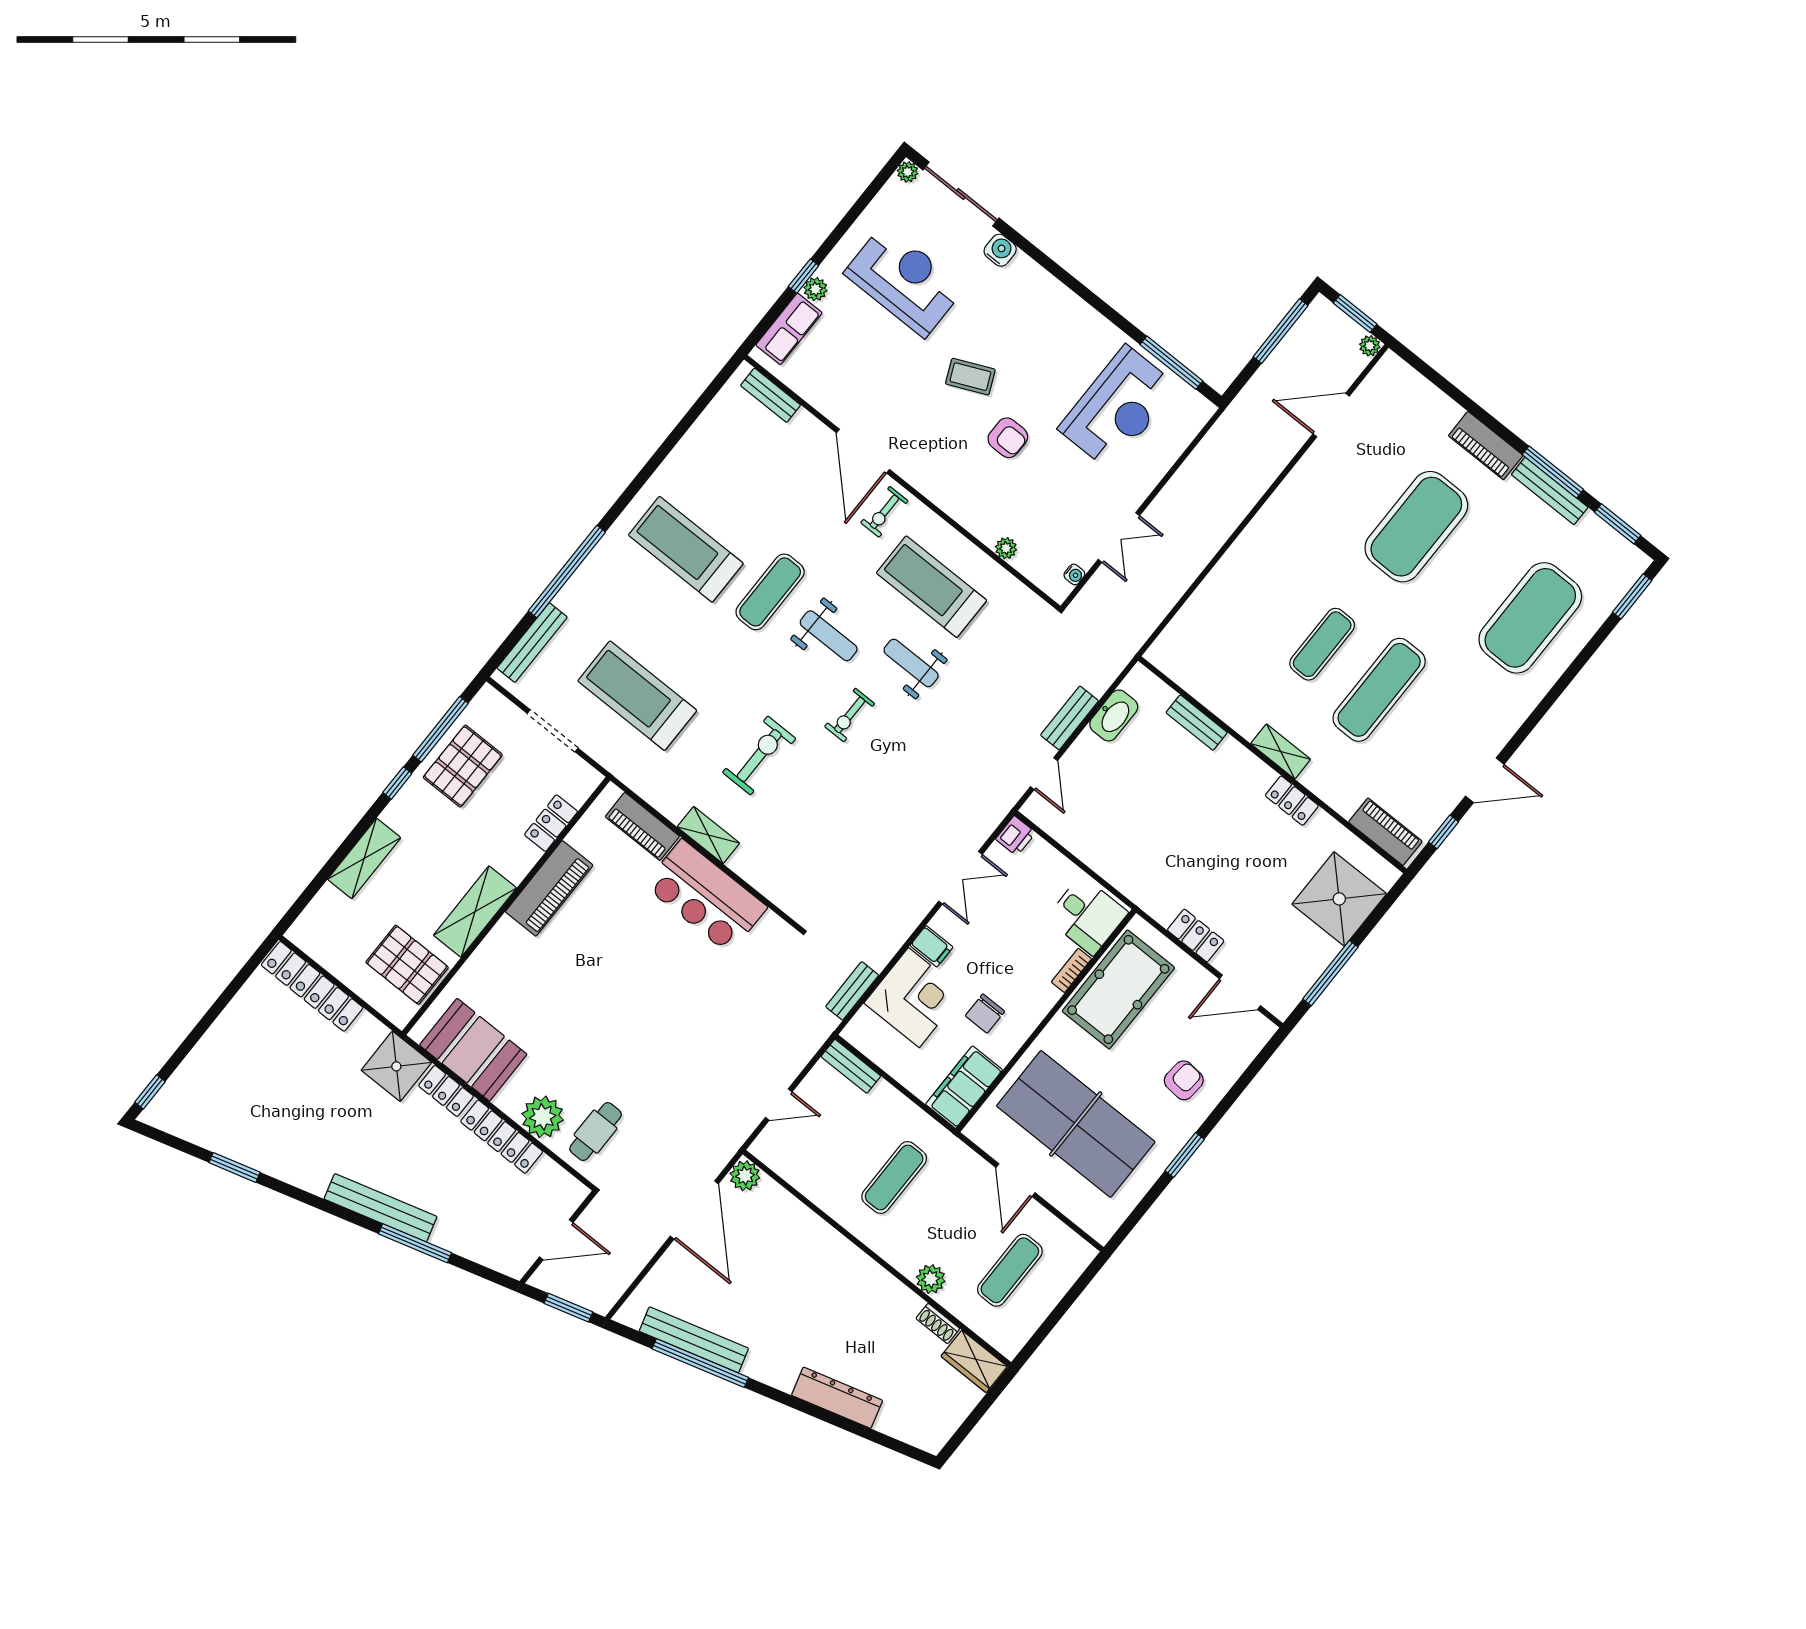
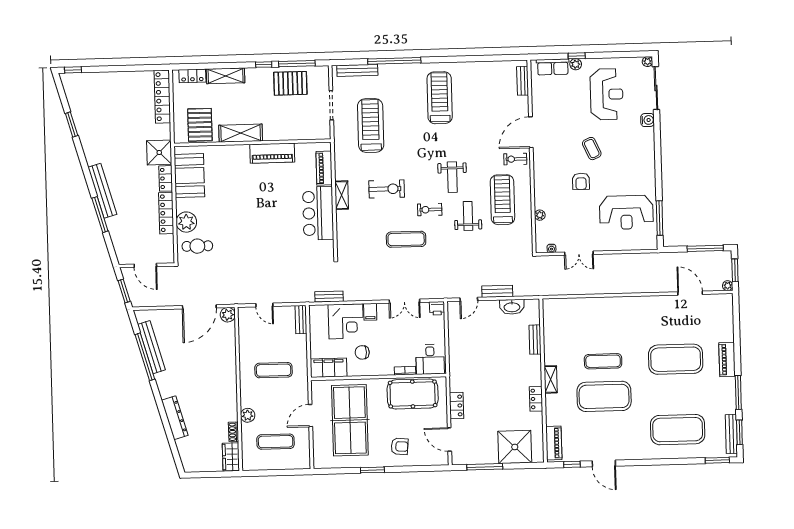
bench: (1550, 491) -> (731, 434), moved
exercise mat: (770, 592) -> (406, 239), moved
exercise mat: (1379, 690) -> (604, 396), width x1.47
locker: (551, 823) -> (192, 76), moved, turned 180

